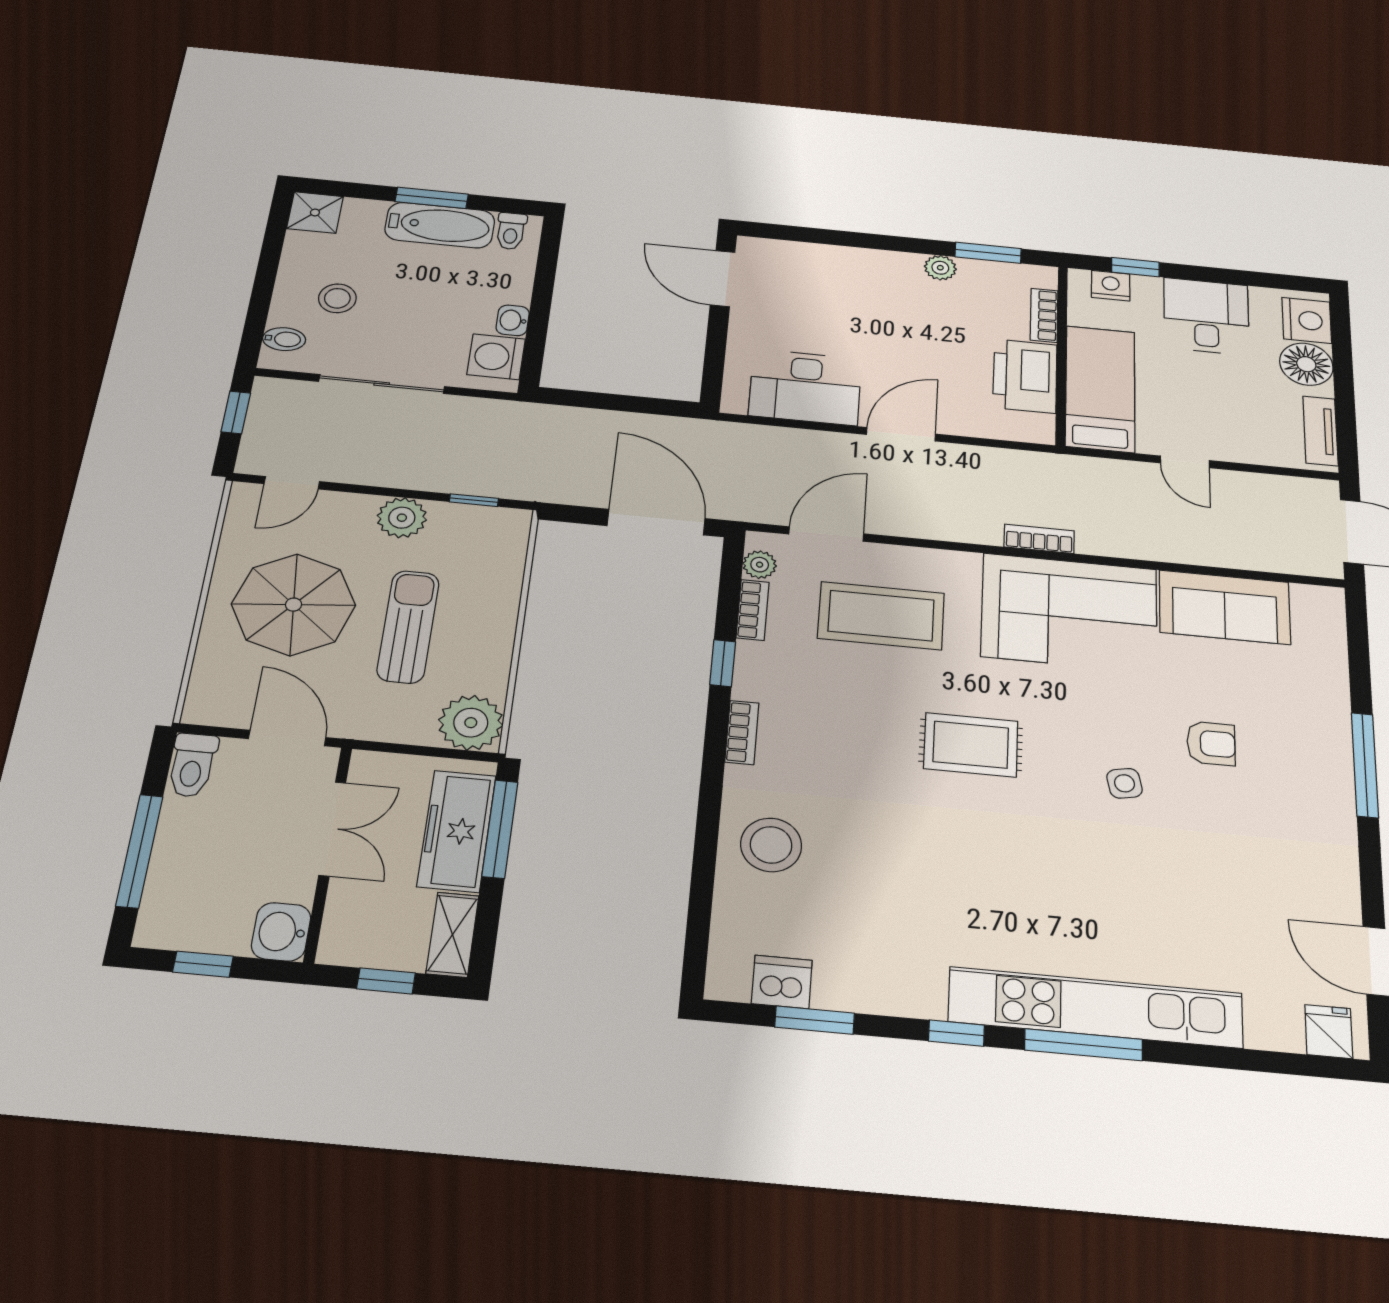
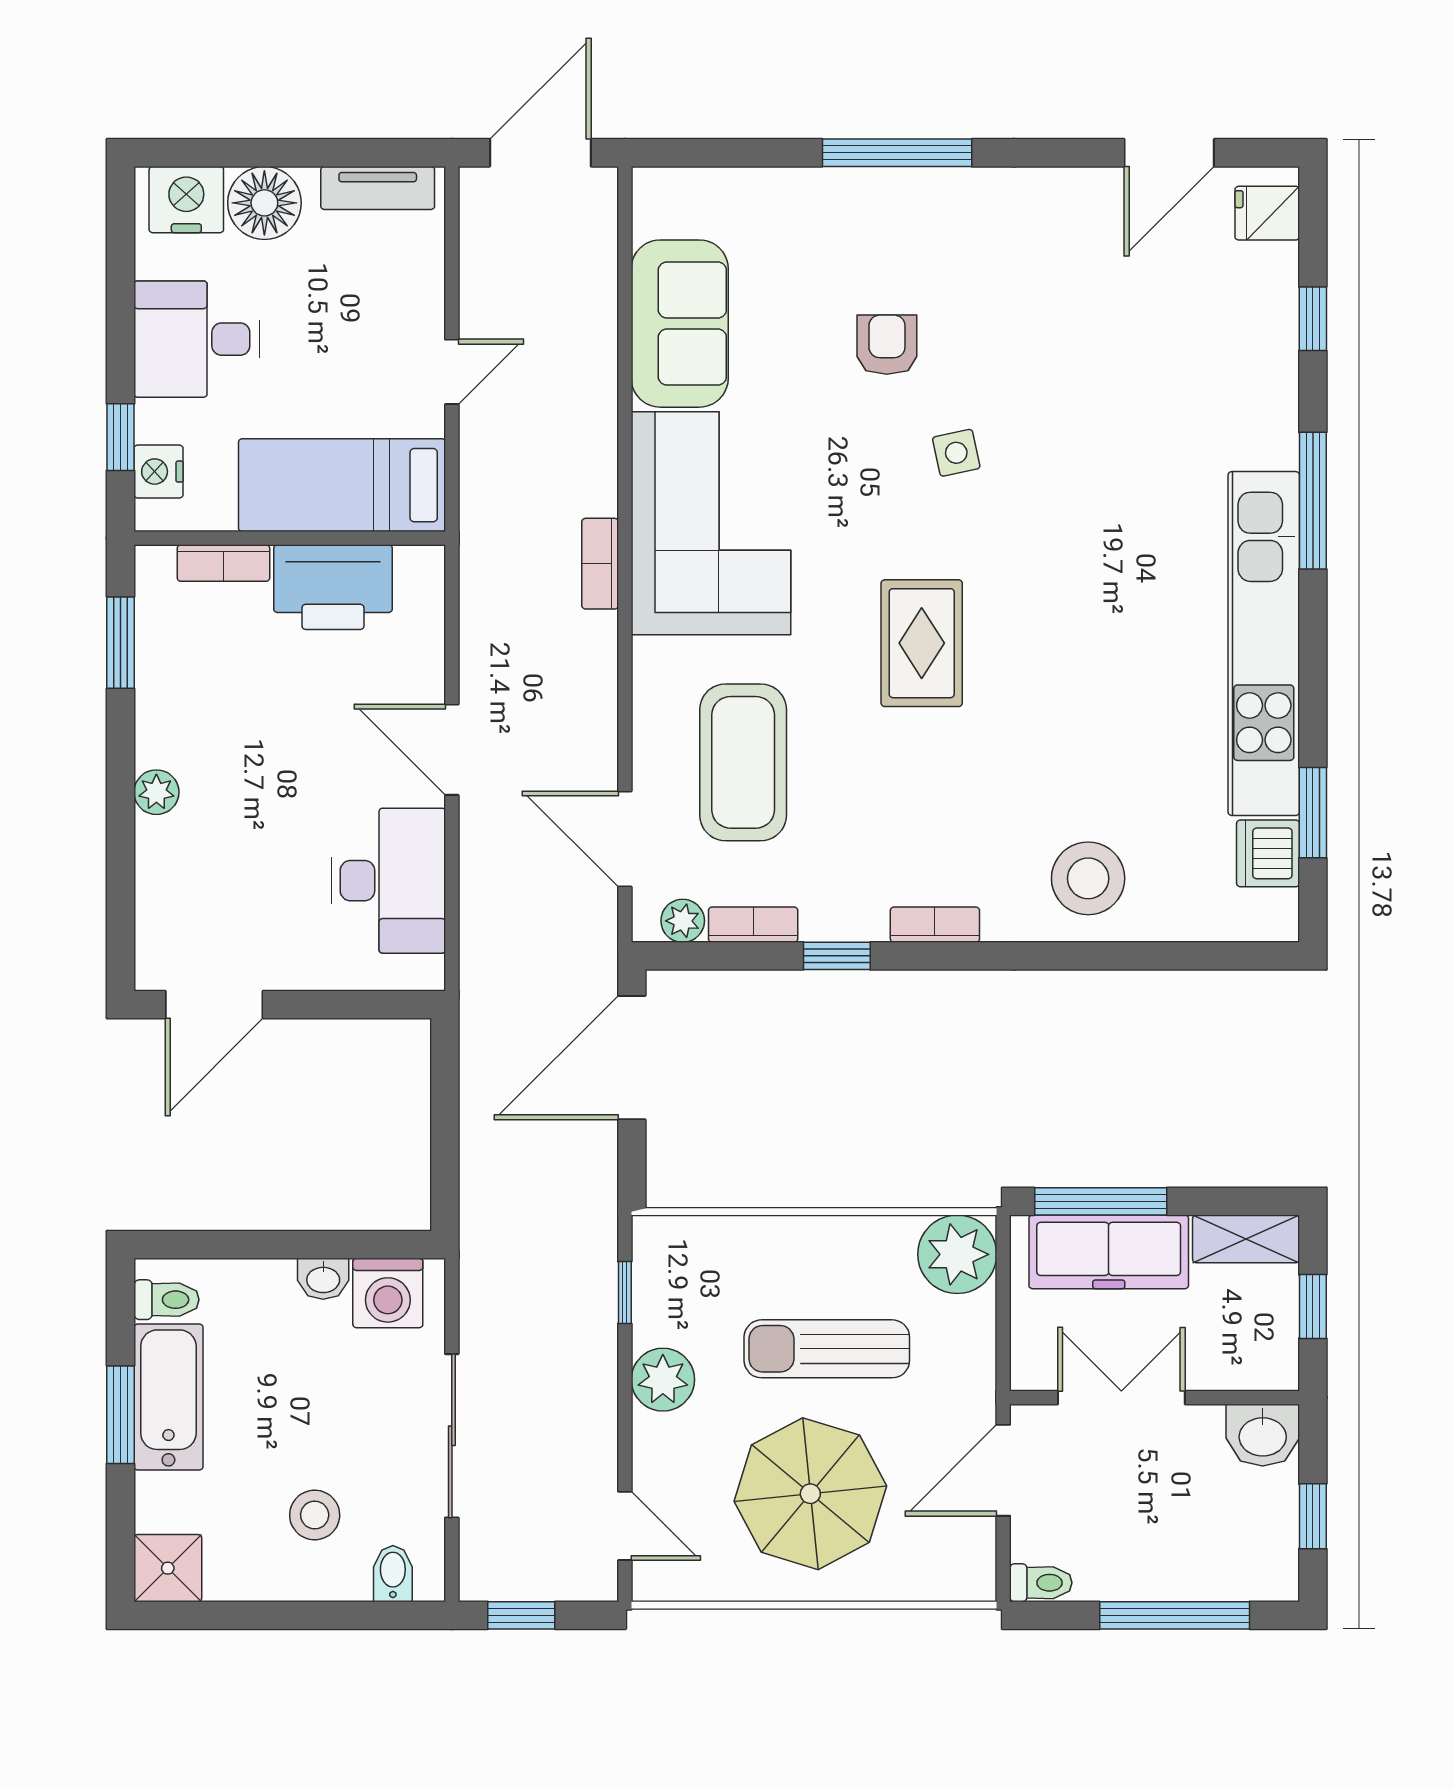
plant: (940, 268) -> (156, 792), moved
toilet: (192, 765) -> (1041, 1583), width x0.73, depth x0.72
kitchen unit: (1096, 1007) -> (1264, 644), moved
window: (956, 1033) -> (1313, 319), moved

